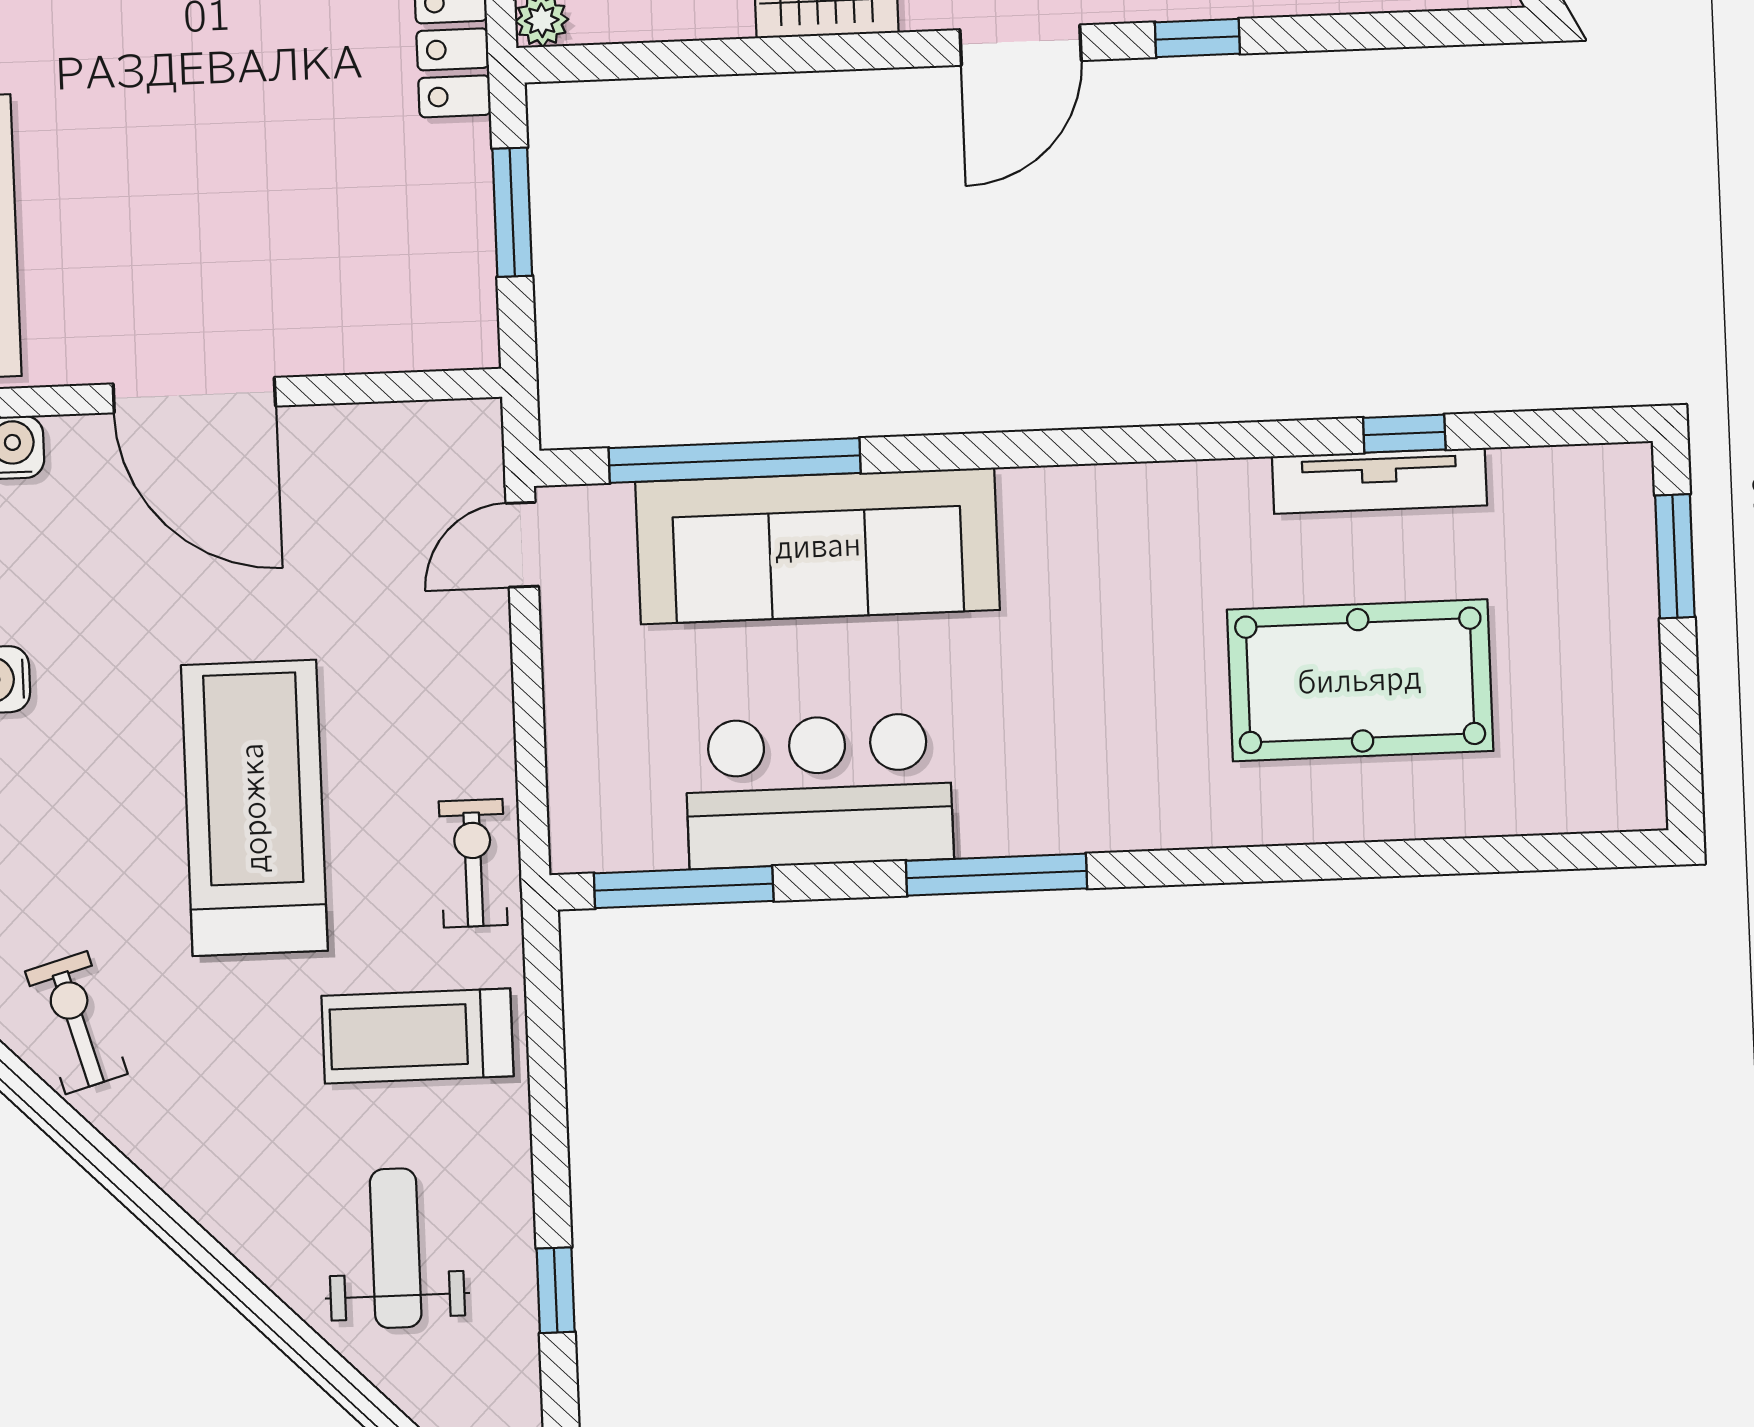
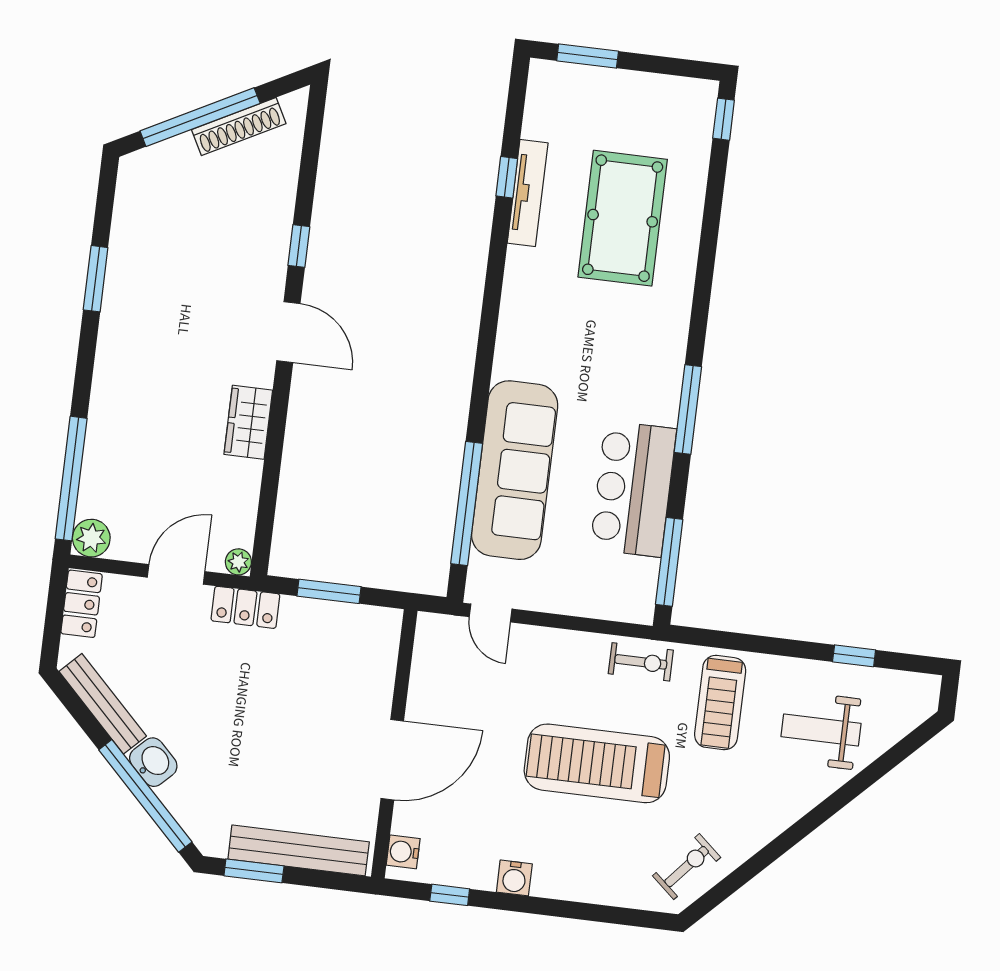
window: (1592, 851) -> (724, 119), added
exercise bike: (473, 863) -> (641, 662), turned 180
exercise bike: (76, 1023) -> (687, 867), turned 147

